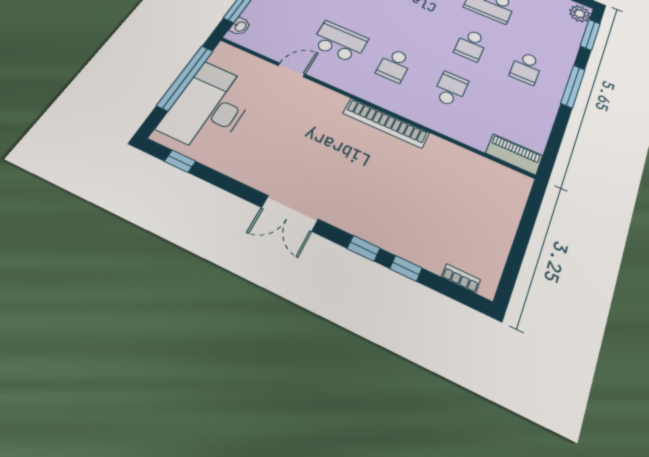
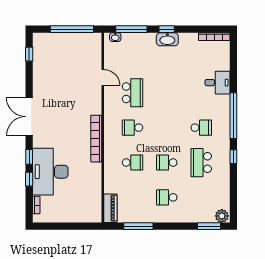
window: (573, 86) -> (138, 226), moved
desk: (209, 107) -> (50, 172), moved, turned -90
double door: (290, 213) -> (29, 117), width x1.37

